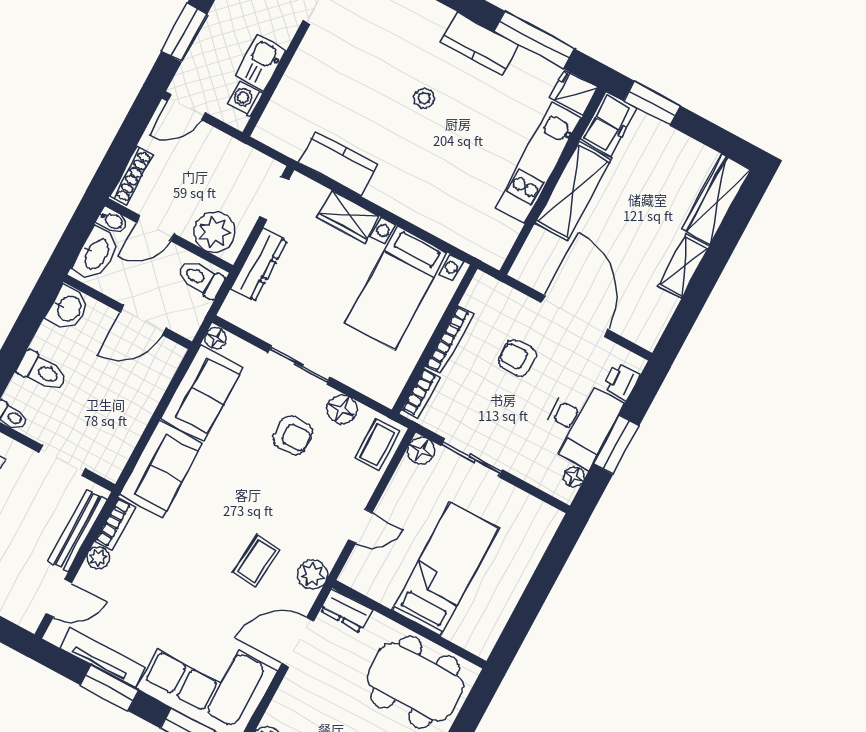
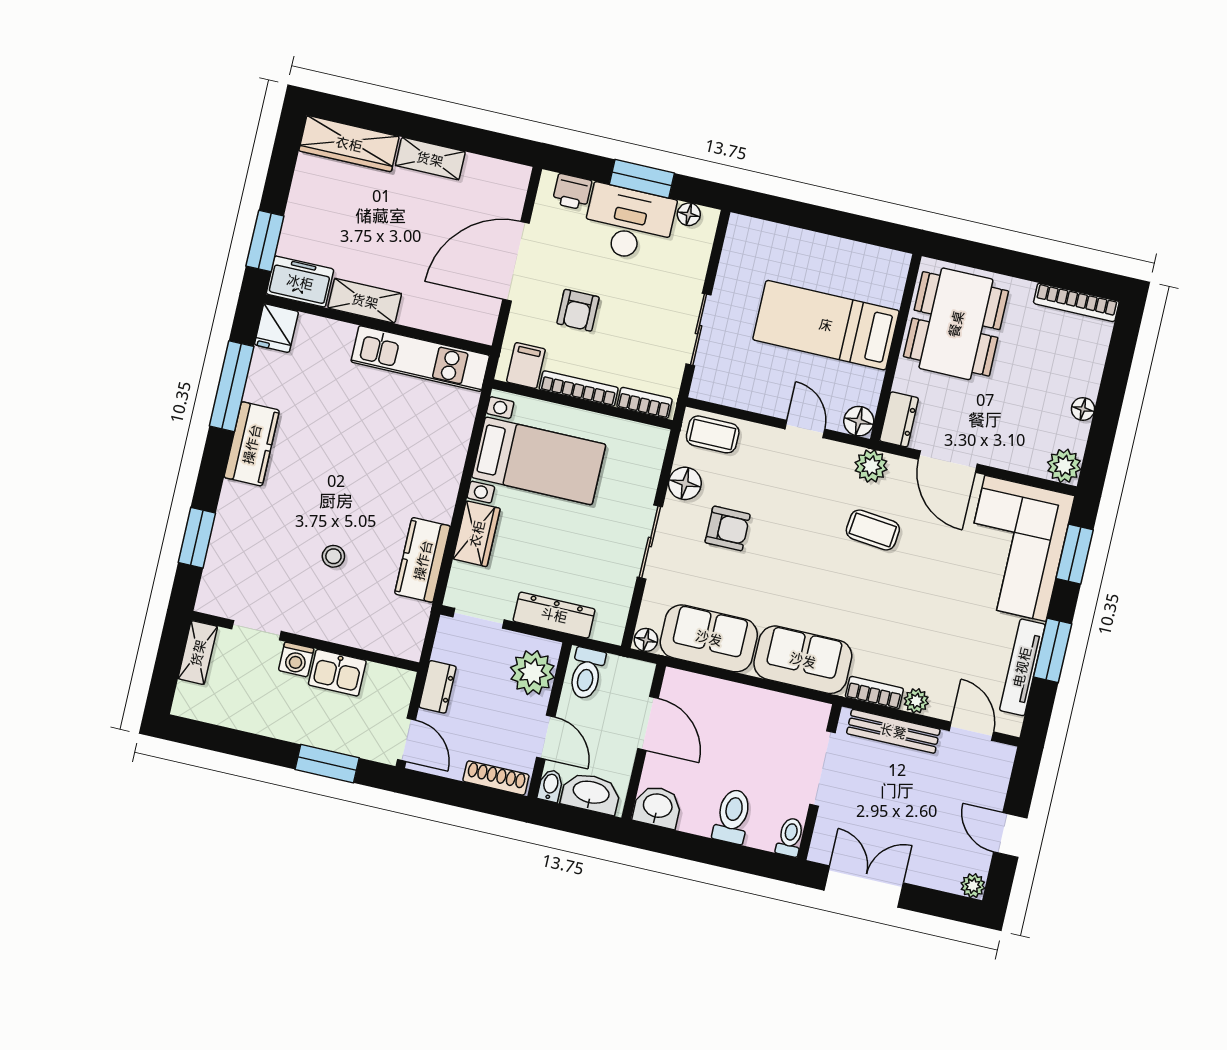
stool: (424, 98) -> (333, 556), moved
washing machine: (245, 99) -> (296, 659), moved
dresser: (225, 146) -> (438, 687), added
kitchen unit: (538, 163) -> (420, 359), moved
shelving: (573, 191) -> (365, 301), width x0.67, depth x0.75
filing cabinet: (482, 300) -> (526, 365), added
armchair: (293, 435) -> (728, 528), turned 90
floor lamp: (421, 451) -> (859, 421), moved
doorway: (62, 460) -> (823, 768), width x1.38

